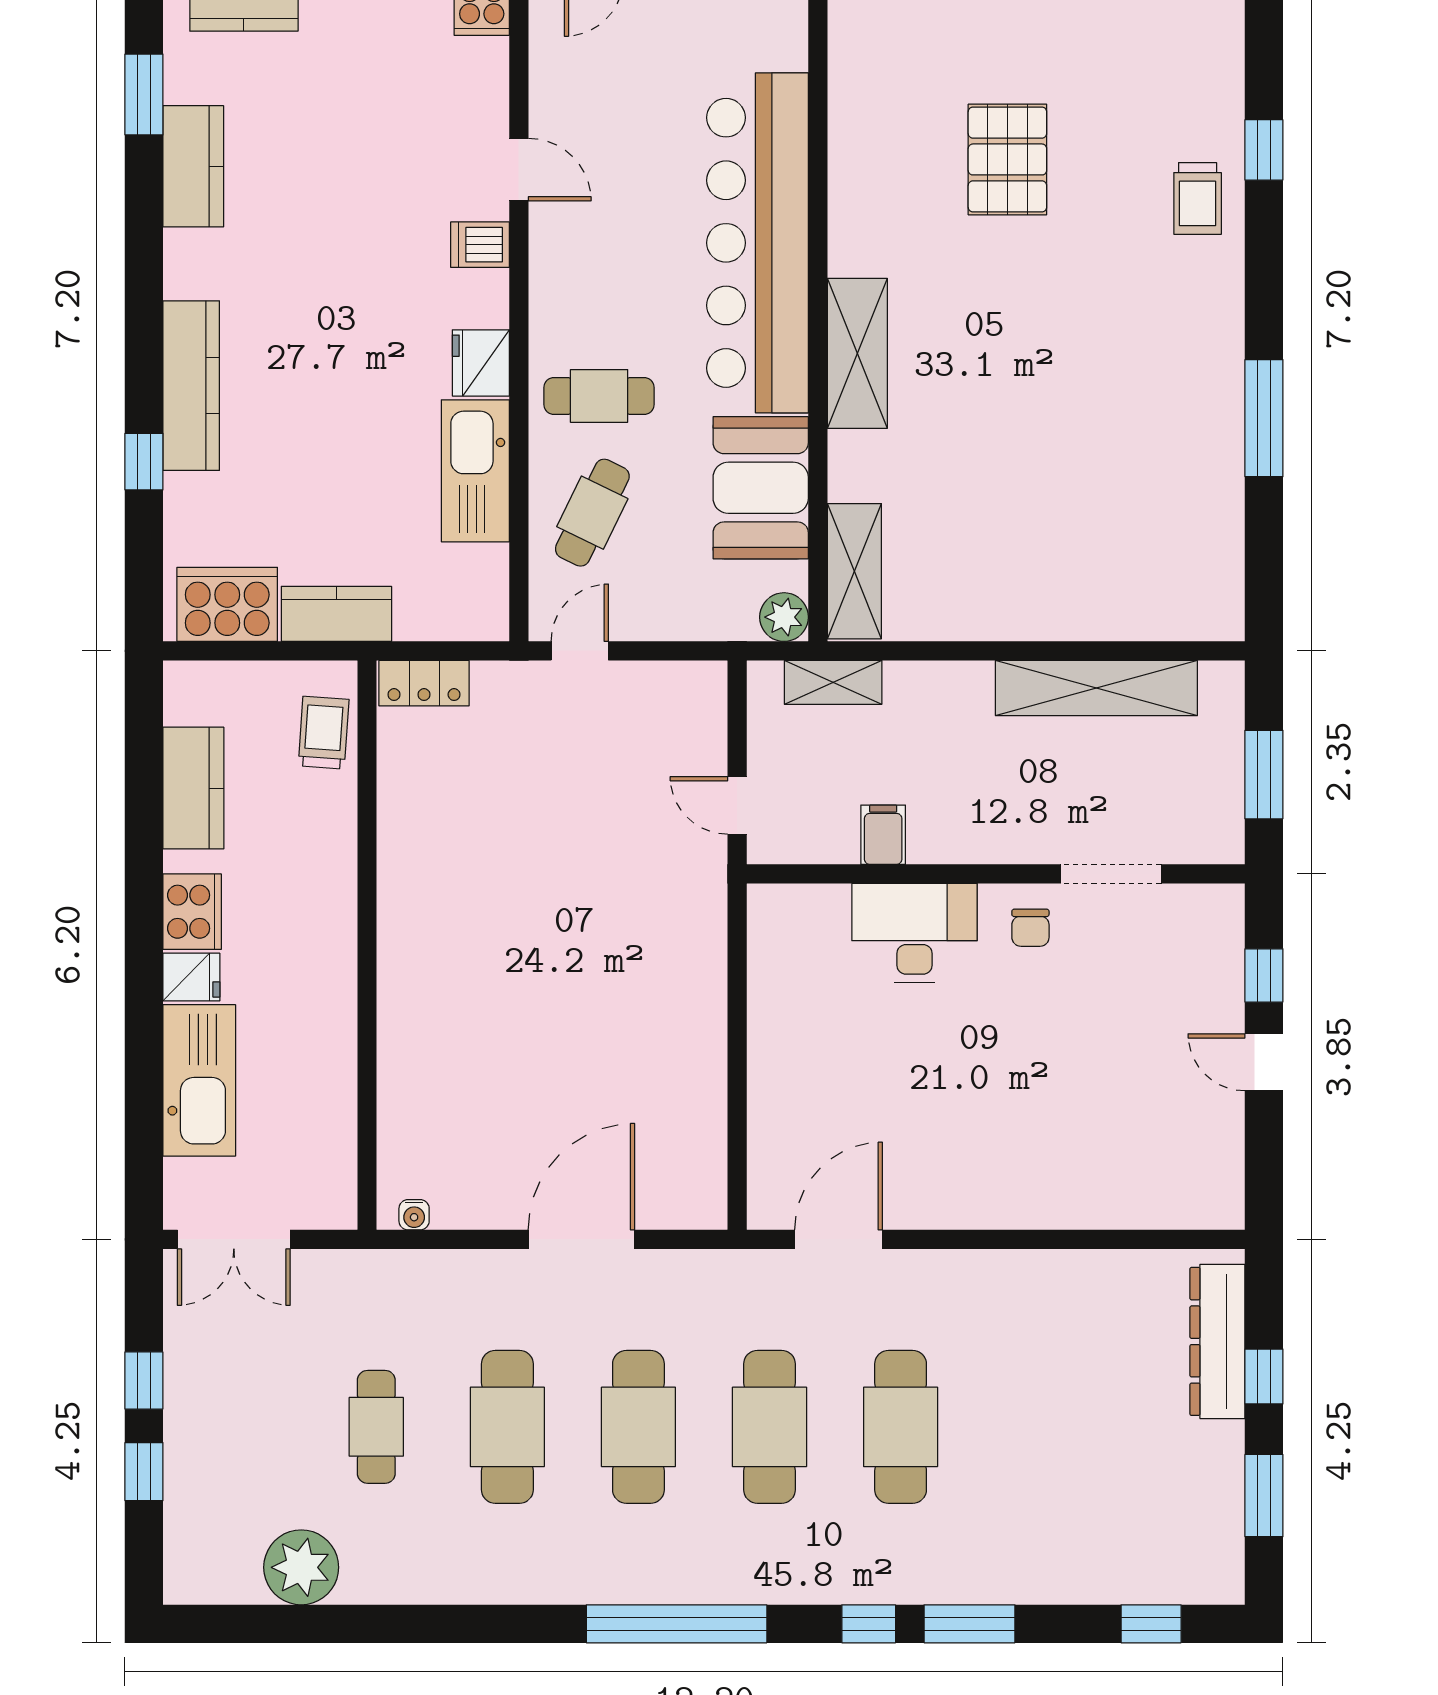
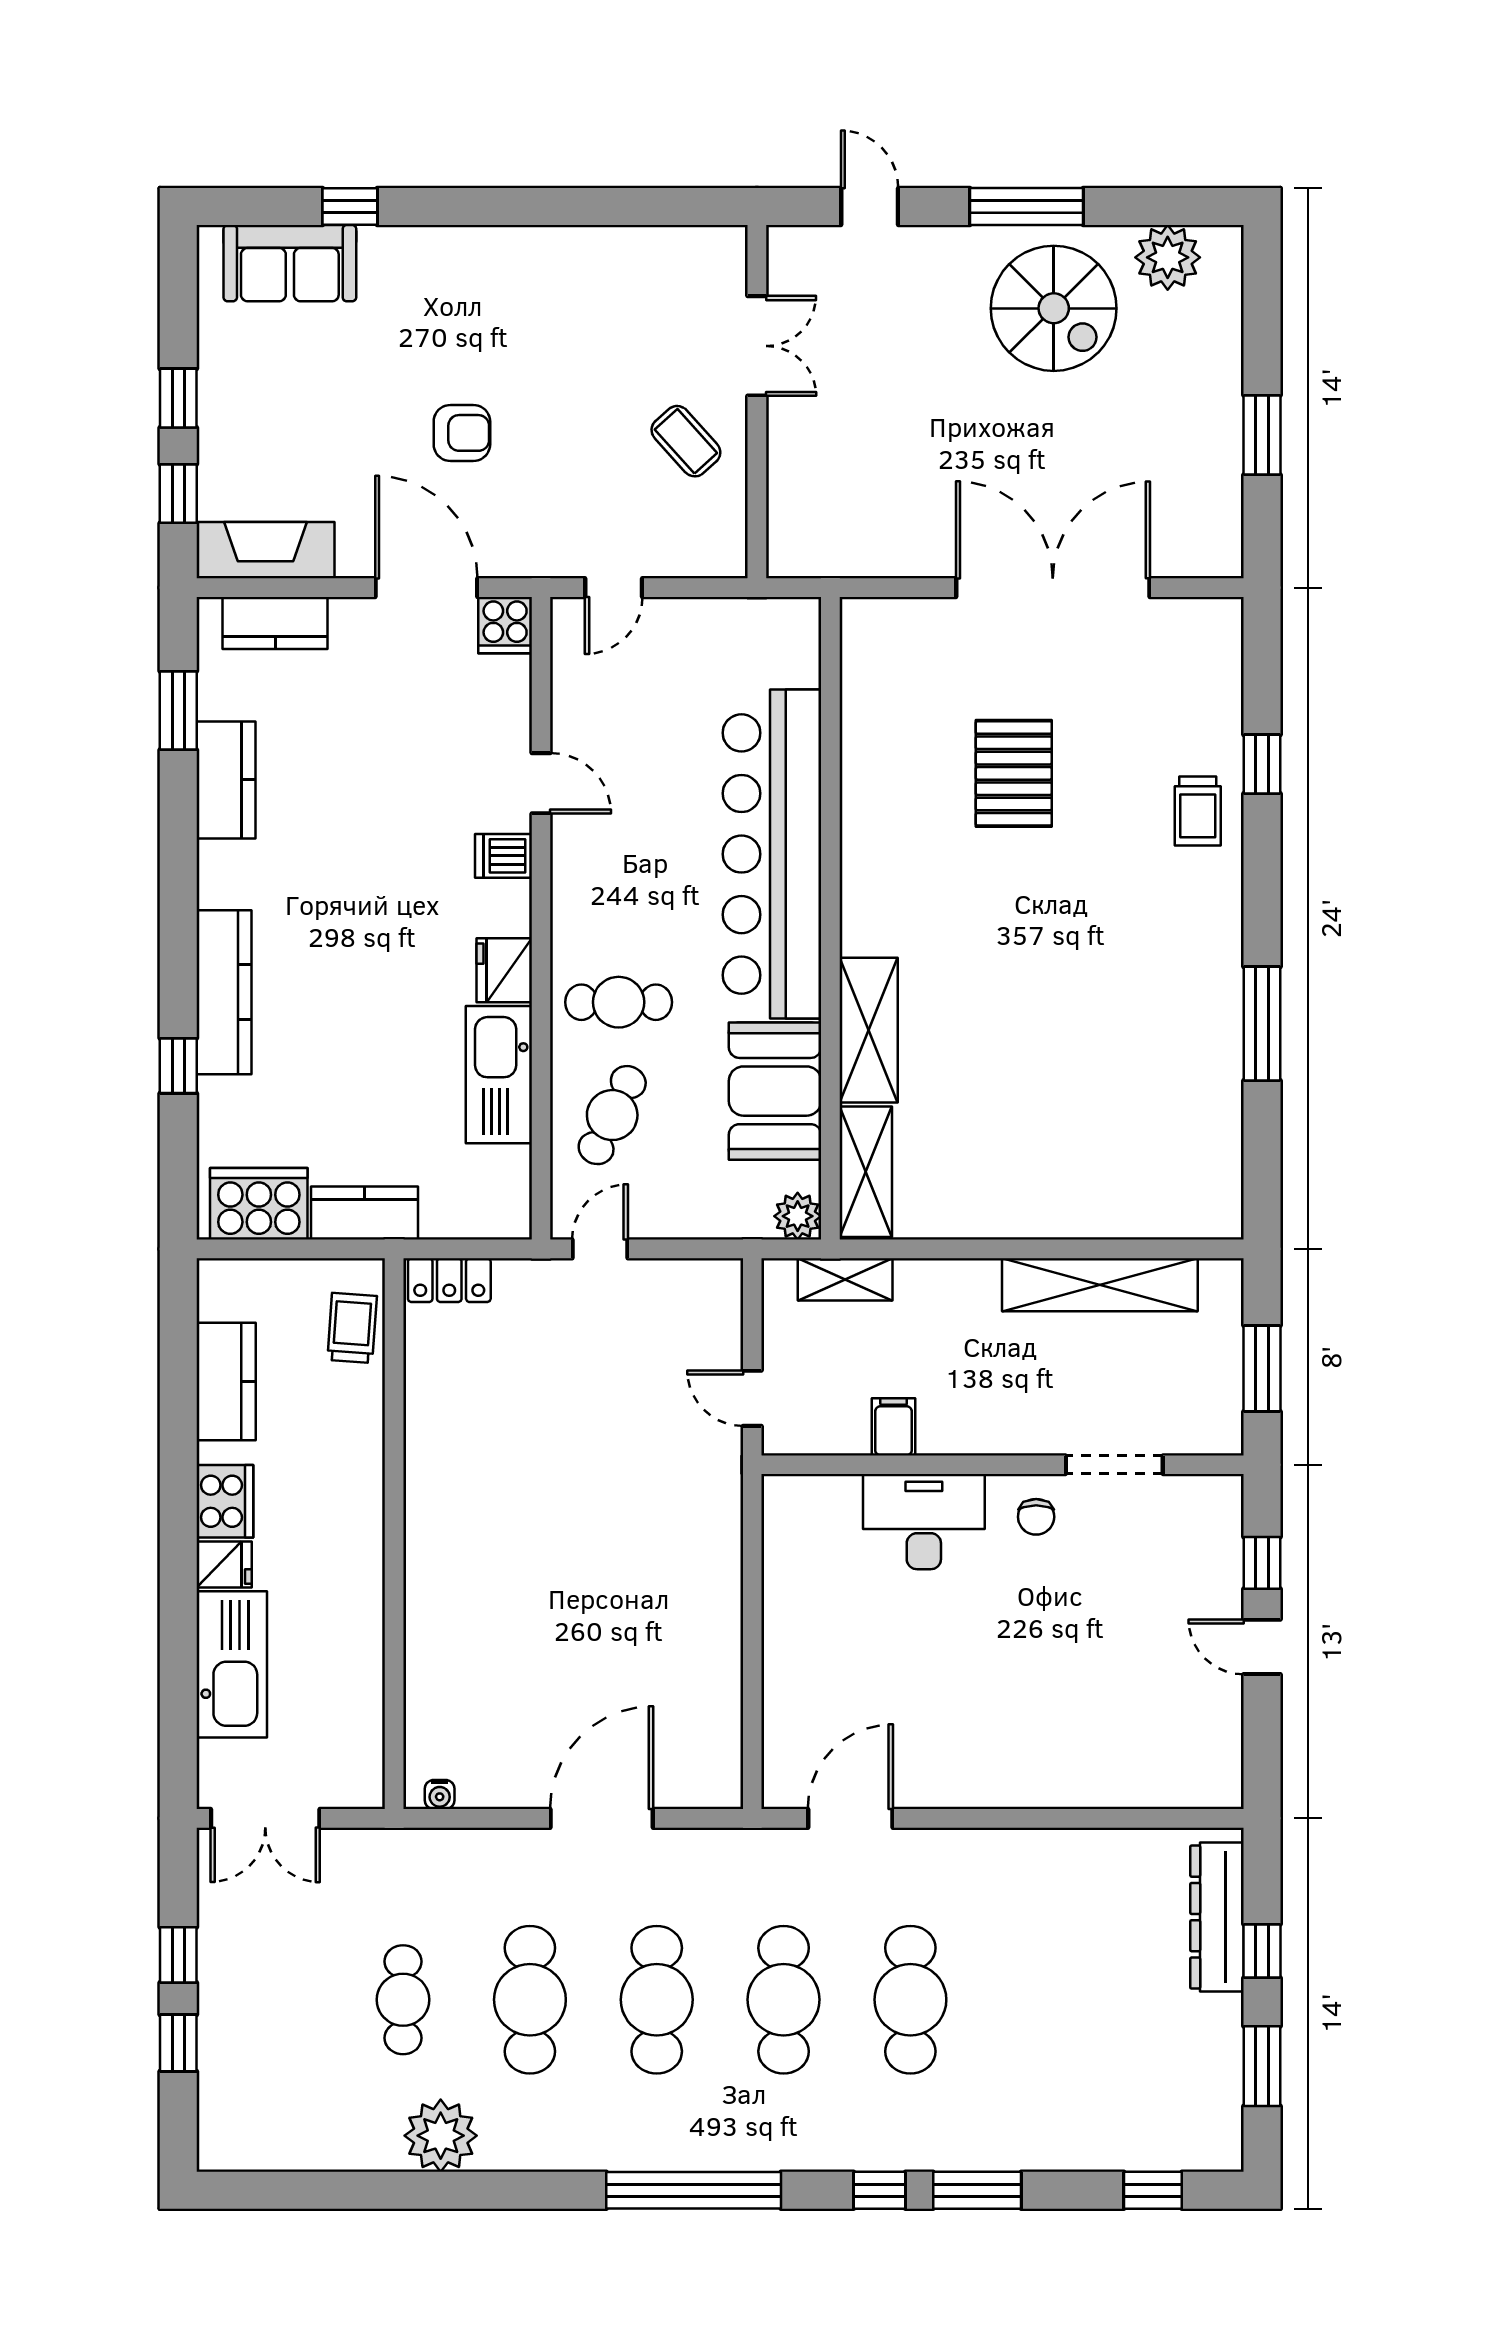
shelving: (857, 353) -> (869, 1030), moved
plant: (301, 1567) -> (441, 2136), moved

